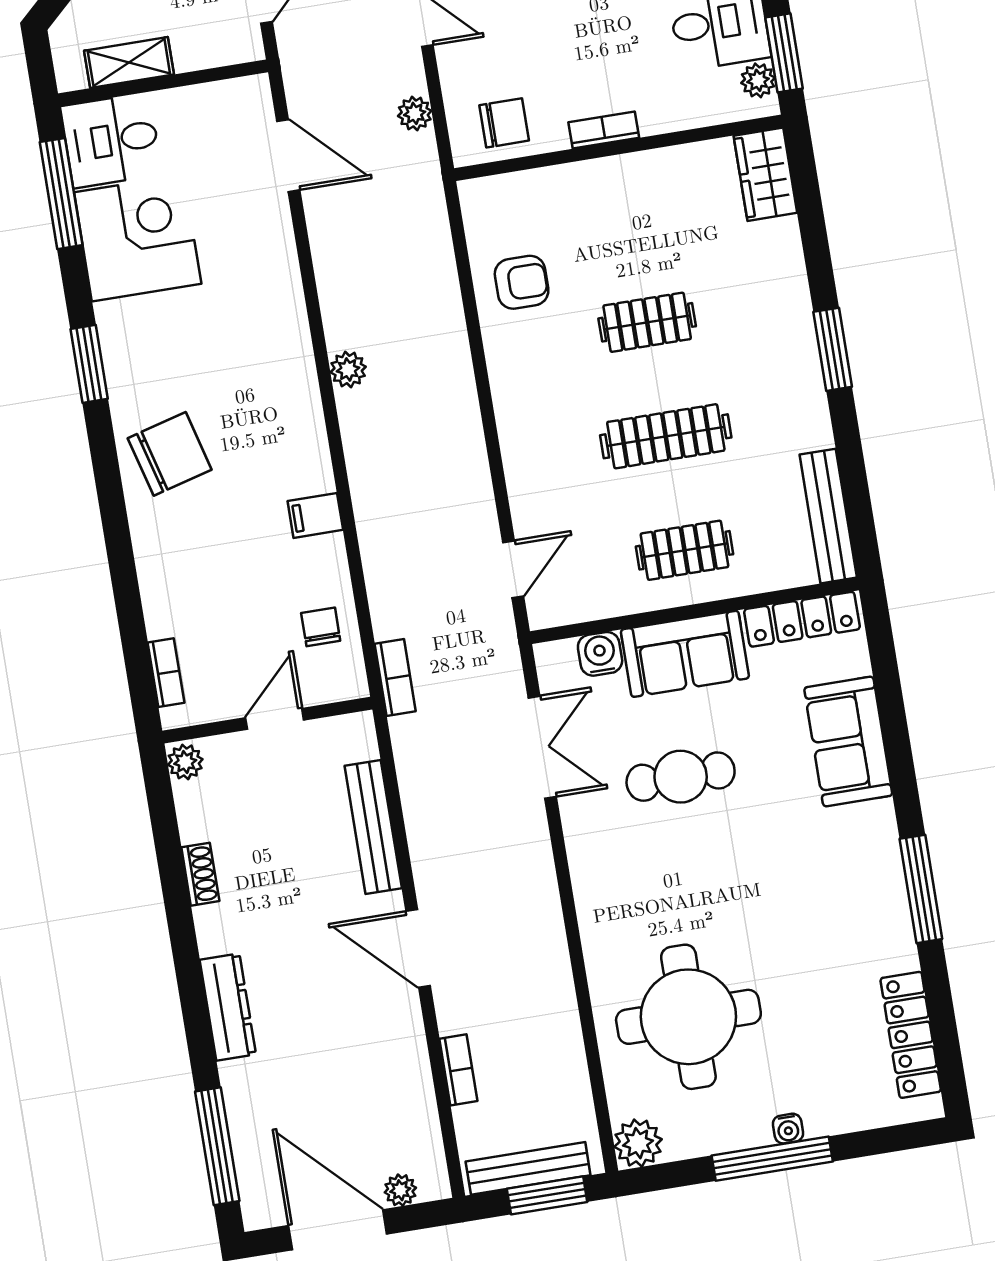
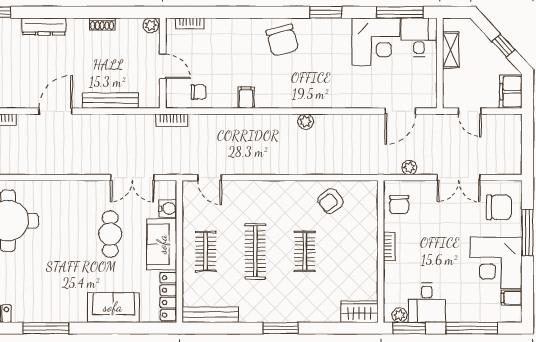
armchair: (522, 282) -> (330, 201), turned 54

